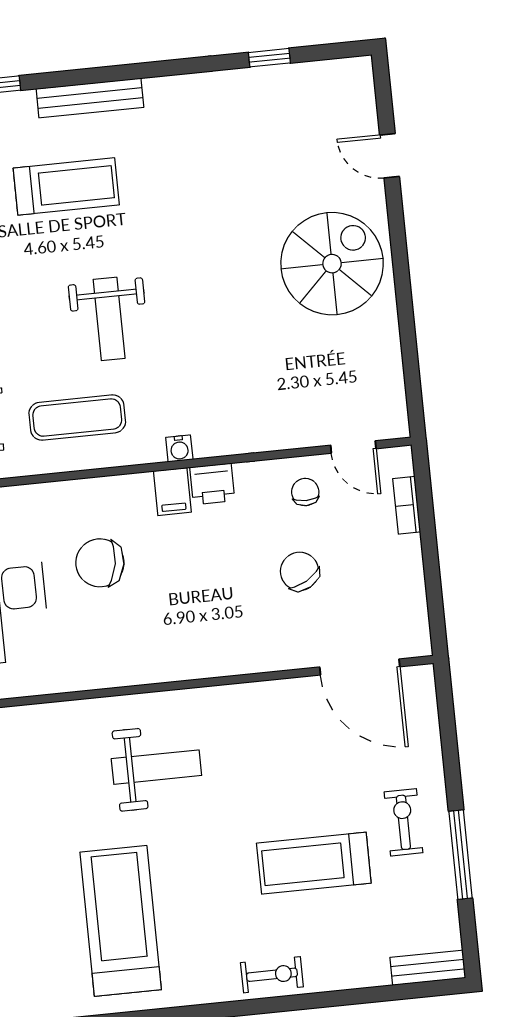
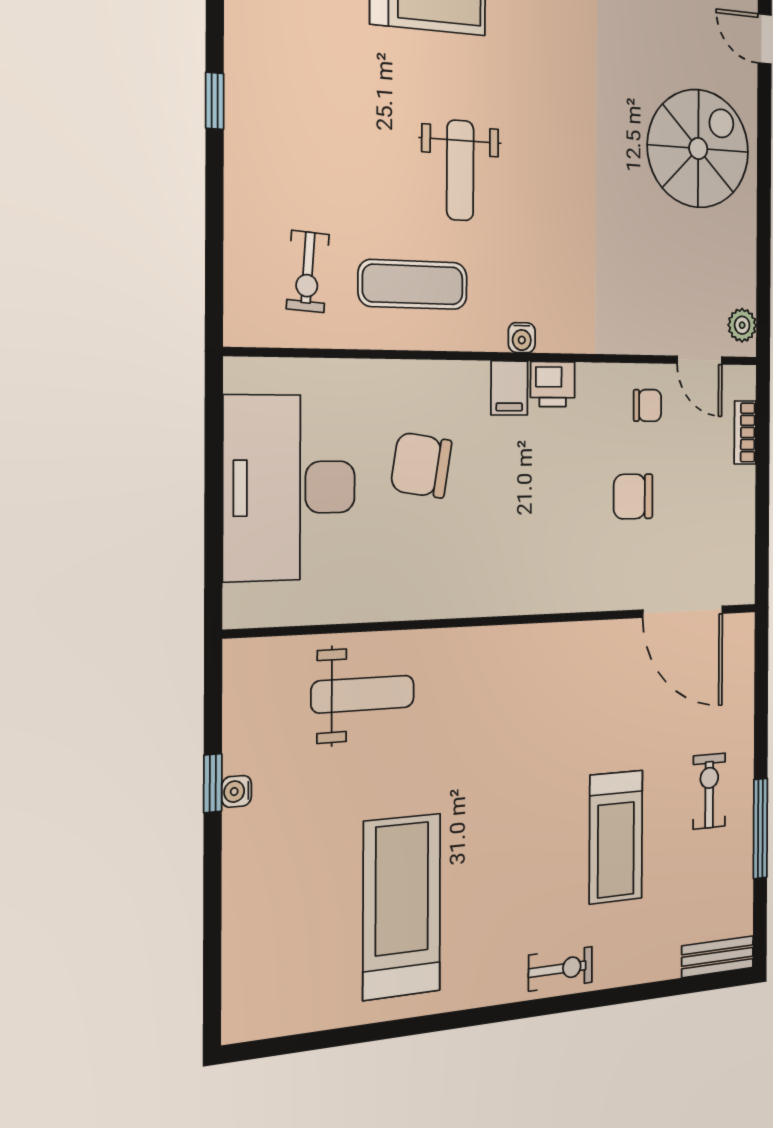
plant: (393, 411) -> (742, 325), added
chair: (305, 492) -> (647, 405), turned 90
chair: (300, 571) -> (633, 496), turned -60
weight bench: (156, 767) -> (363, 694), moved
treadmill: (314, 863) -> (616, 837), turned -90

